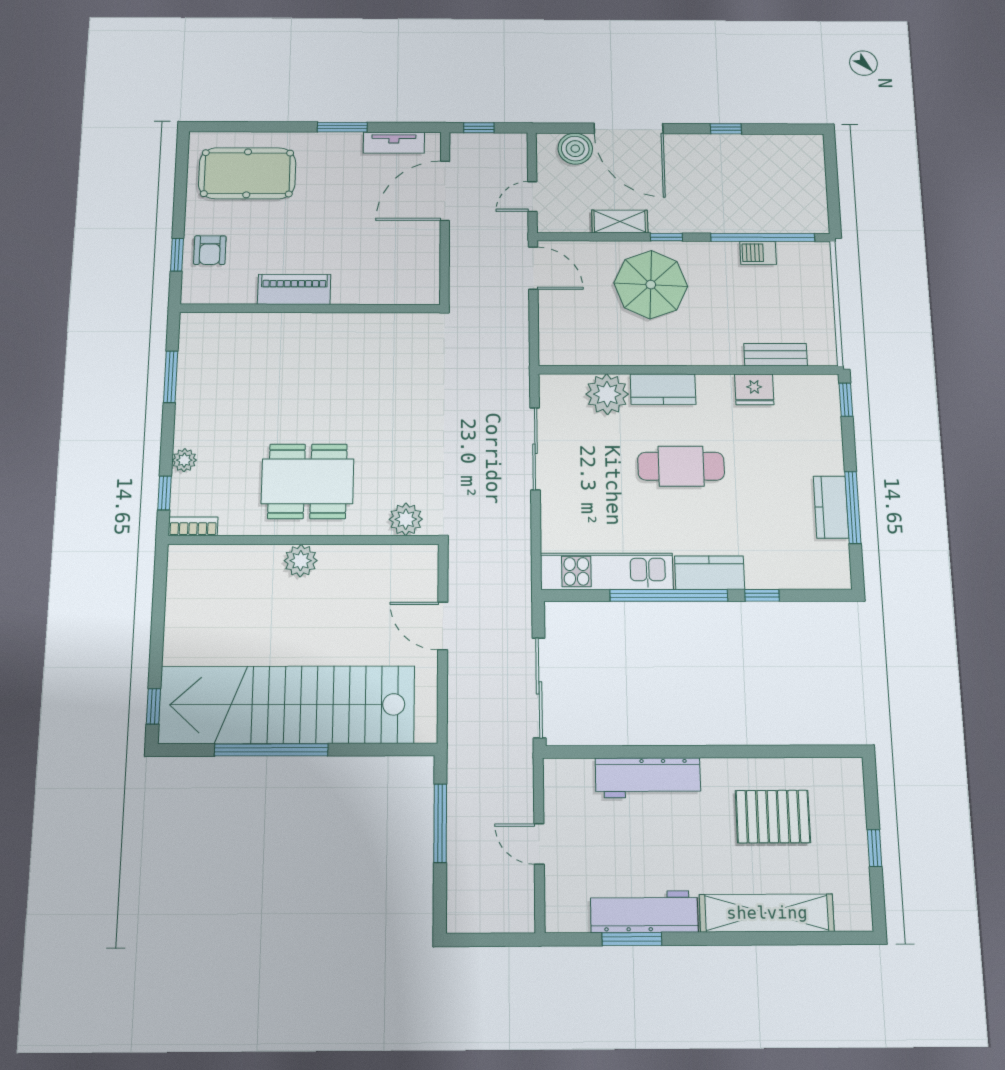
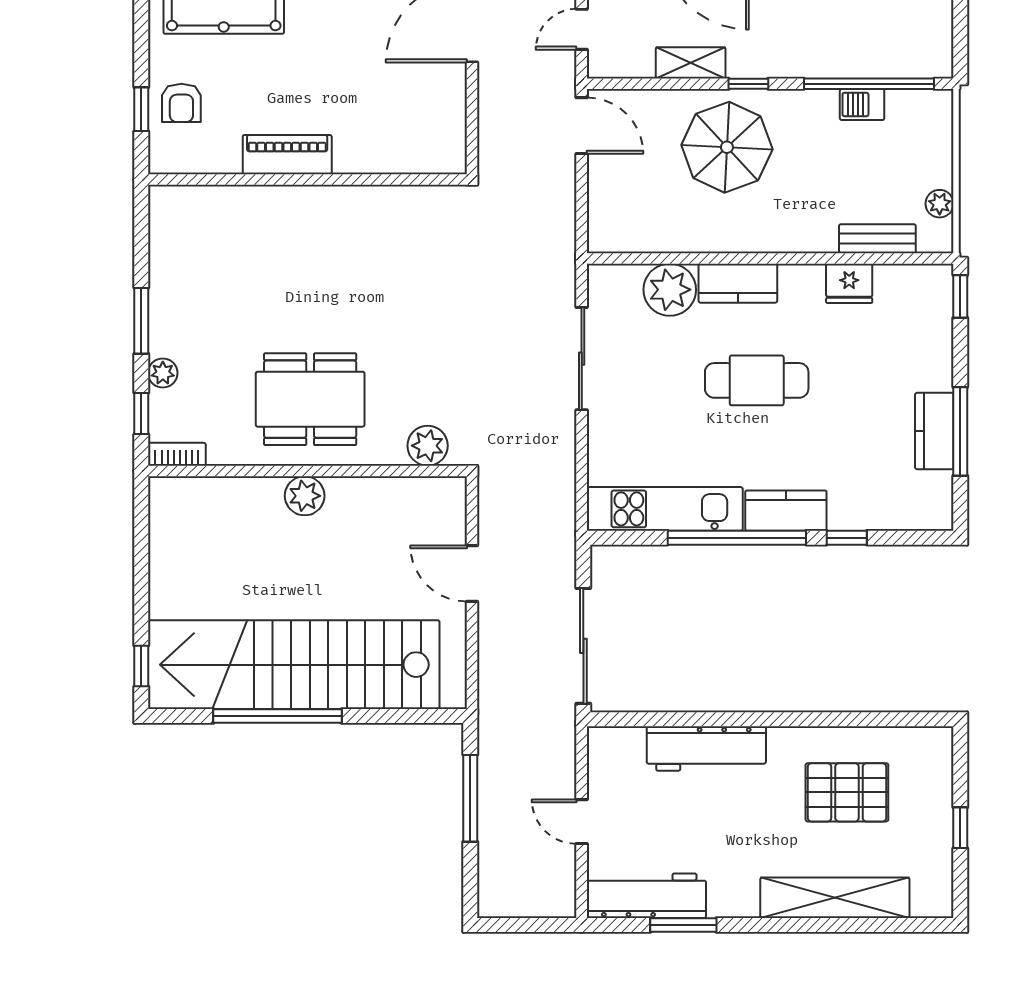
plant: (825, 328) -> (940, 204), added
window: (171, 377) -> (141, 321), moved
workbench: (644, 912) -> (646, 896), moved

